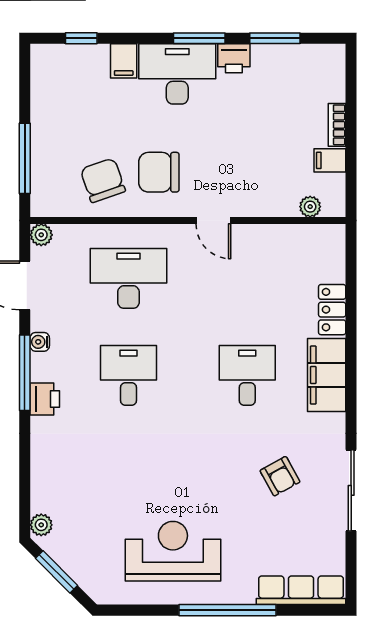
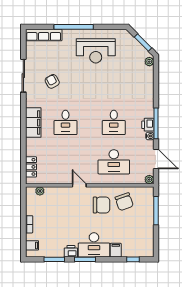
filing cabinet: (330, 160) -> (32, 245), moved
locker: (332, 310) -> (31, 167), moved
printer: (45, 399) -> (148, 125), moved

